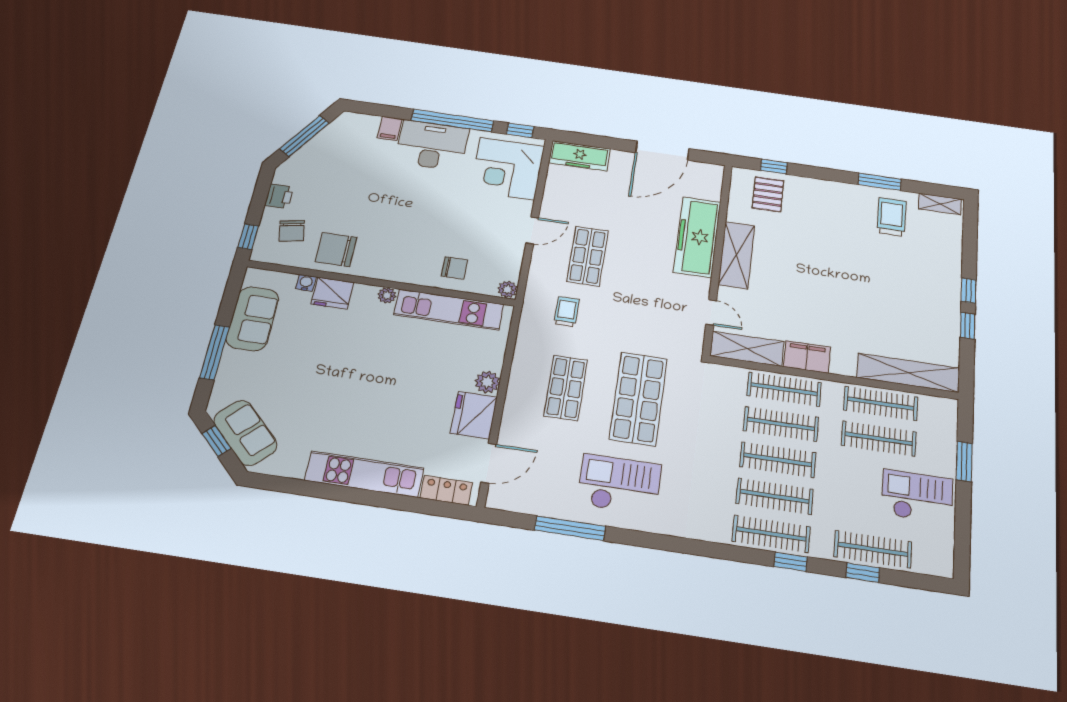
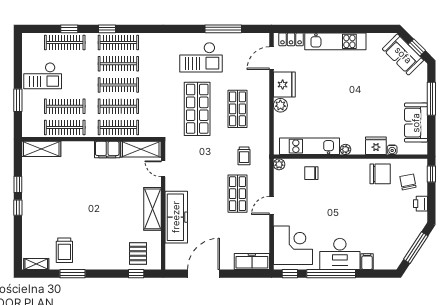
shelving: (908, 373) -> (41, 149), width x0.68

